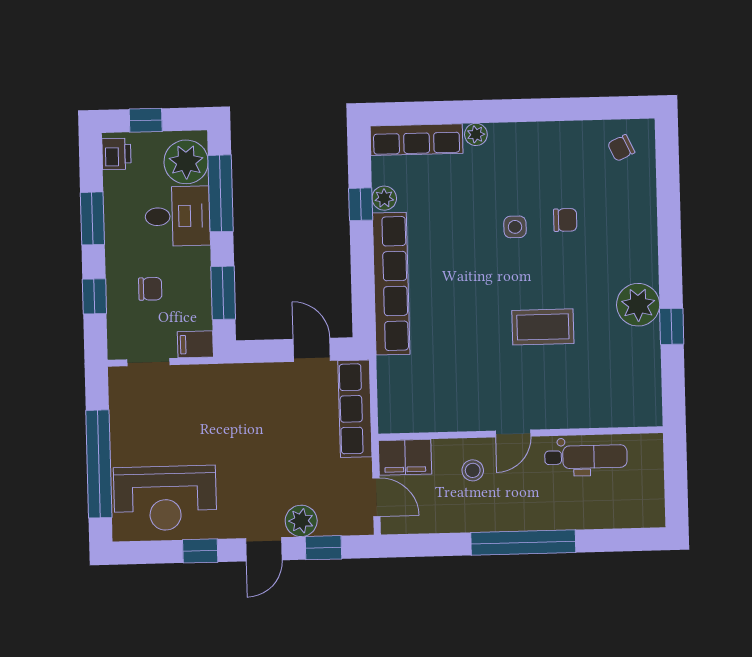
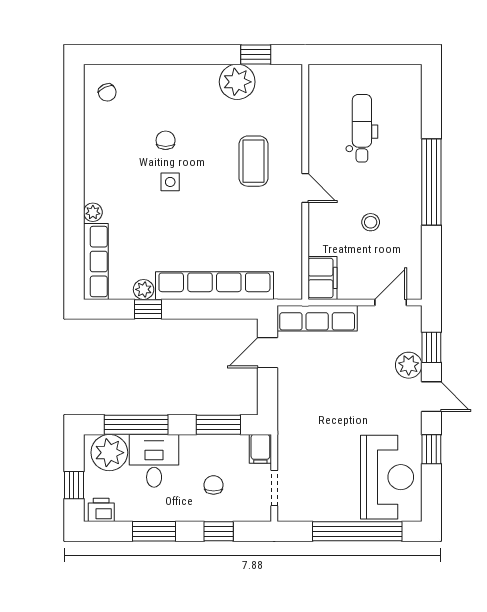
wall: (521, 433) -> (305, 182), moved
door: (513, 434) -> (305, 188), moved
filing cabinet: (405, 457) -> (323, 278), moved

